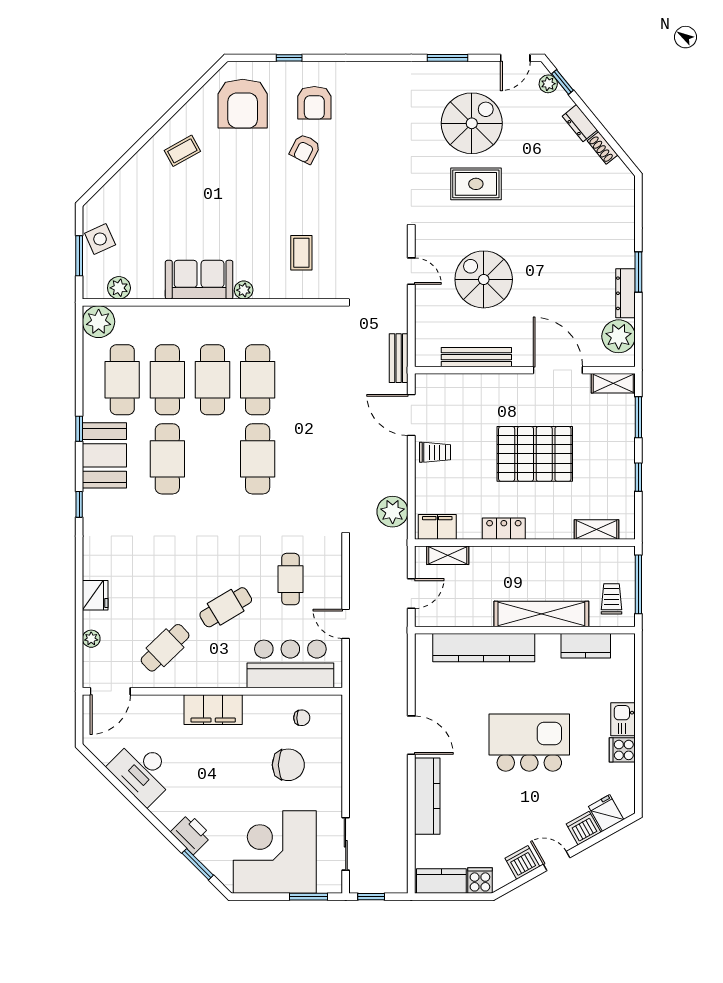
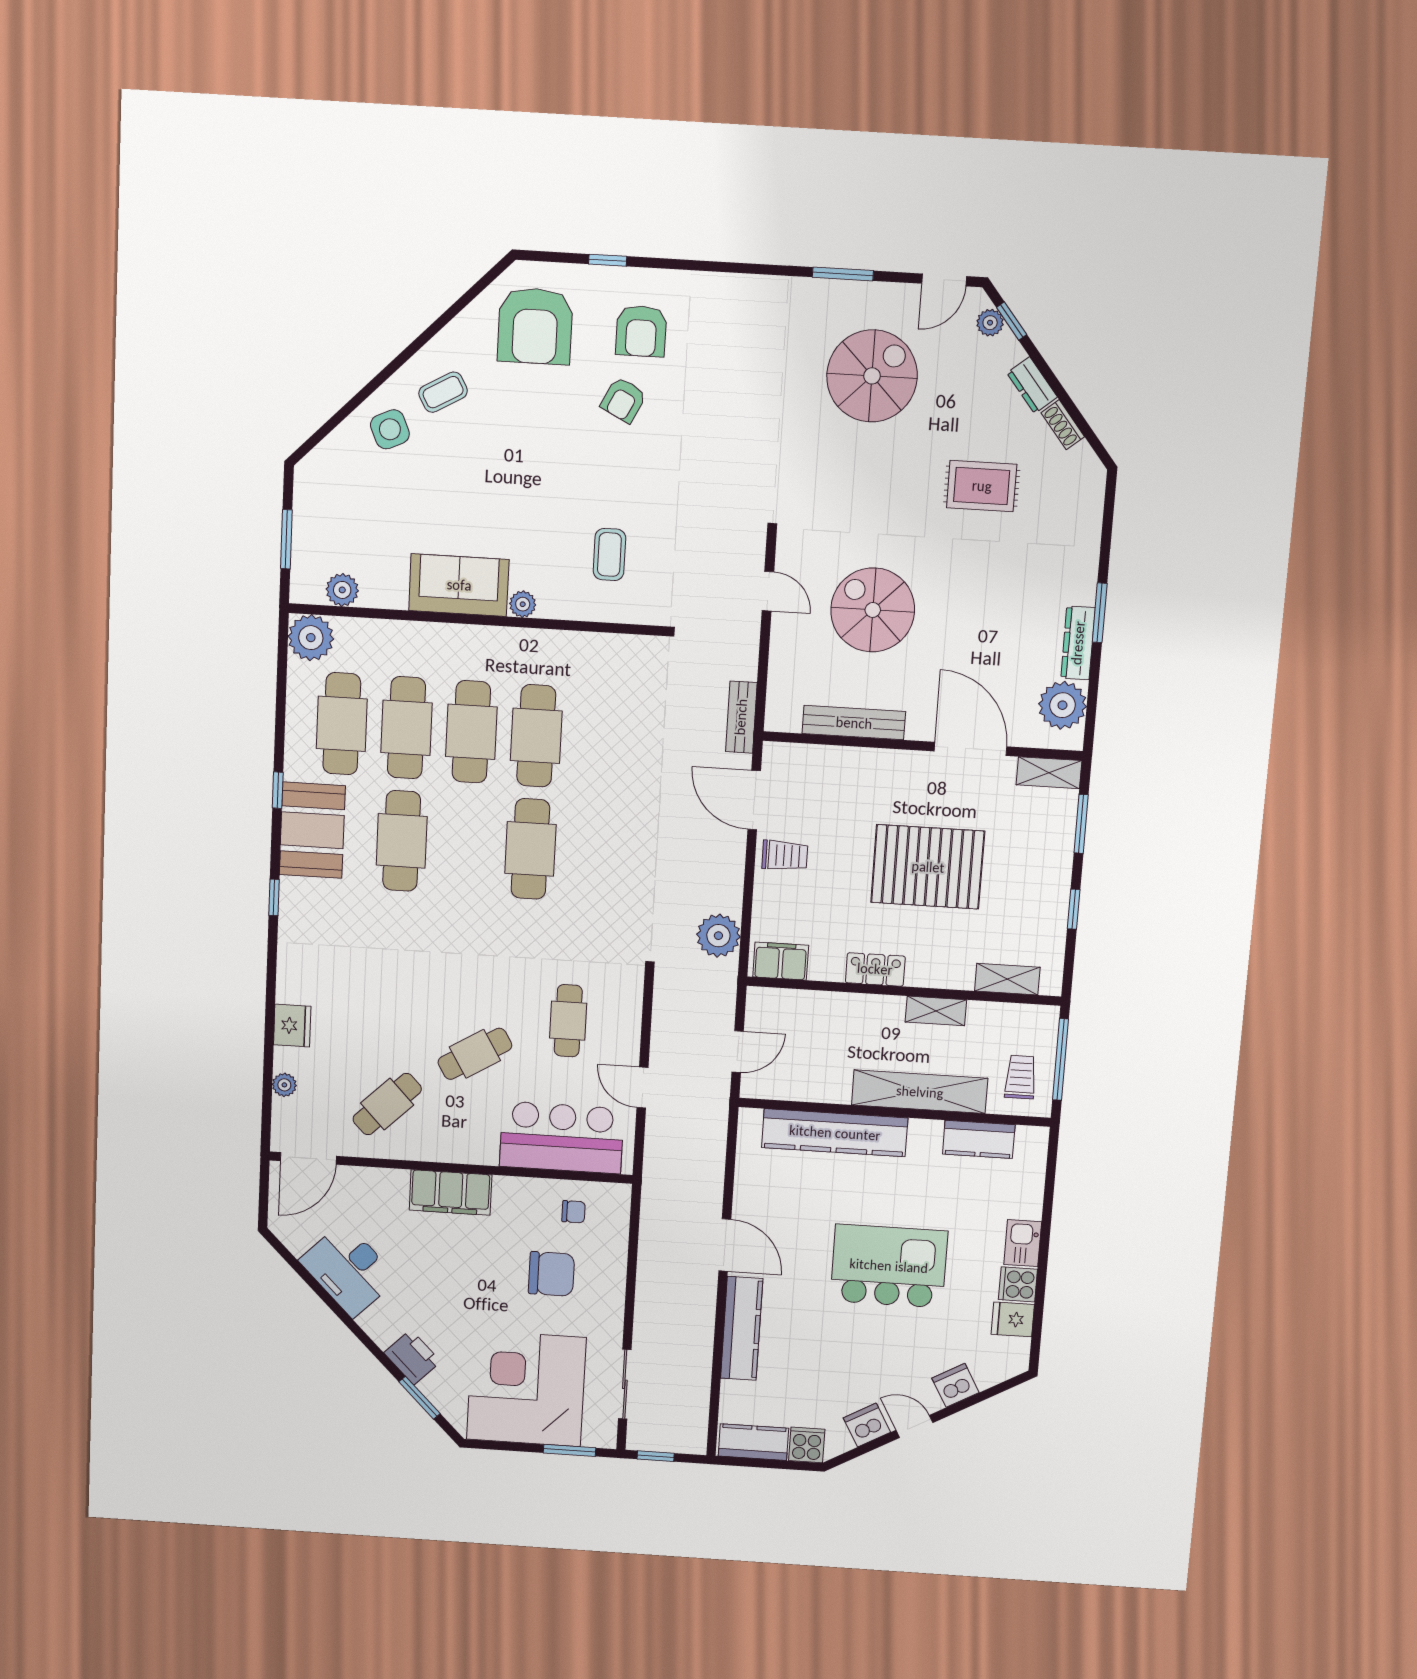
rug: (476, 184) -> (982, 486), moved
side table: (100, 239) -> (390, 429), moved
shelving: (448, 555) -> (936, 1011), moved
fridge: (606, 813) -> (1013, 1319), moved, turned -61

